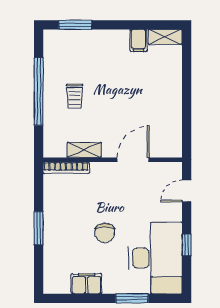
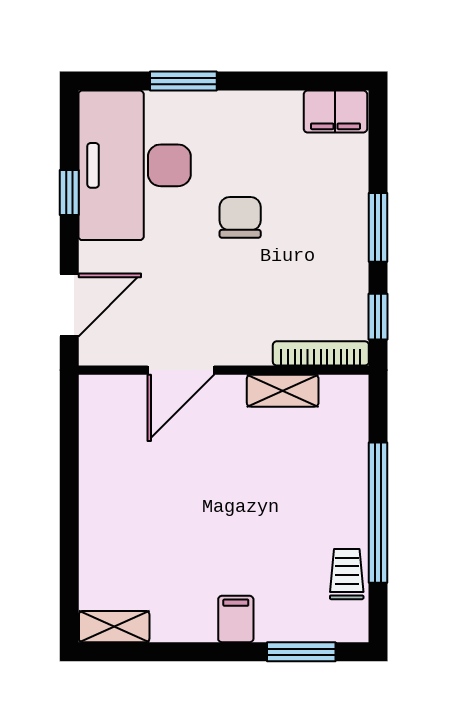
filing cabinet: (138, 41) -> (236, 619), moved
trolley: (74, 96) -> (347, 574), moved
window: (39, 185) -> (378, 317), added
door: (187, 191) -> (69, 305), width x1.38
filing cabinet: (87, 284) -> (335, 112), moved

